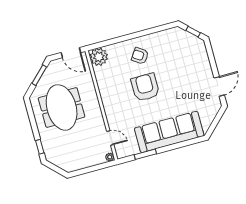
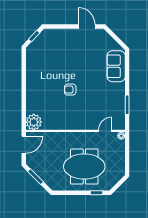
armchair: (140, 56) -> (42, 87), removed
armchair: (145, 87) -> (70, 90), width x0.53, depth x0.53
meeting table: (62, 107) -> (84, 167), moved
sofa: (169, 132) -> (116, 66), width x0.54, depth x0.79

